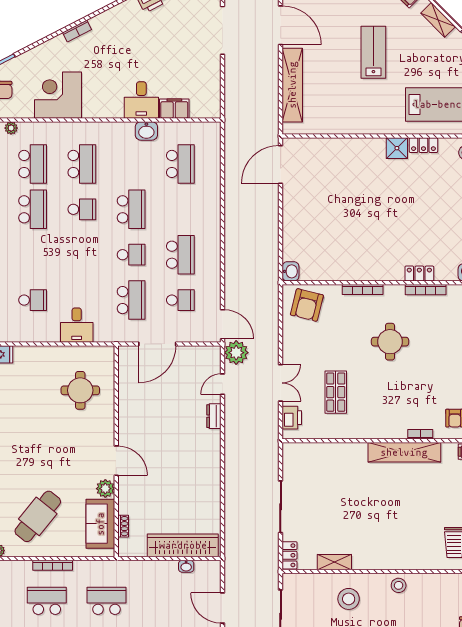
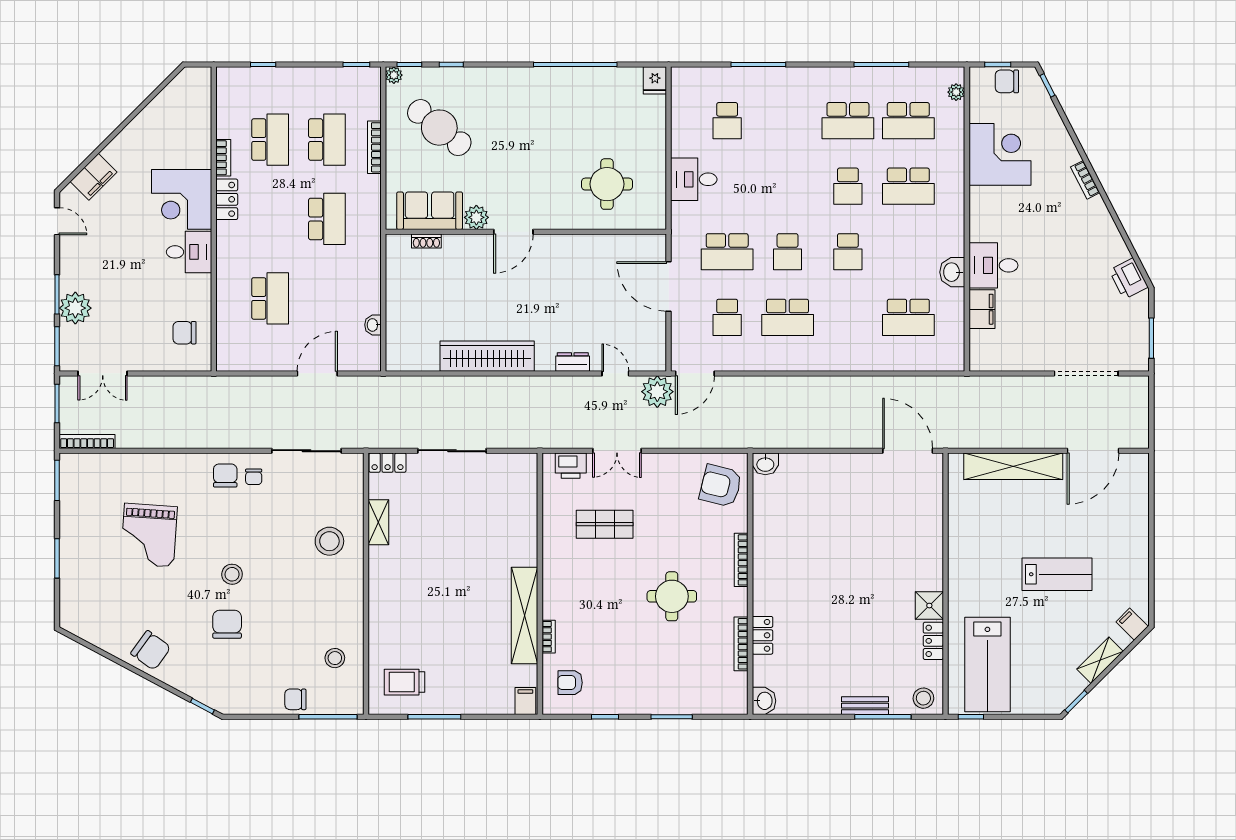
school desk: (131, 209) -> (848, 252), width x0.54
wardrobe: (183, 545) -> (487, 356), moved, turned -90
stool: (399, 585) -> (335, 658), moved

